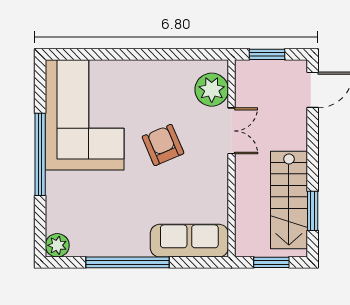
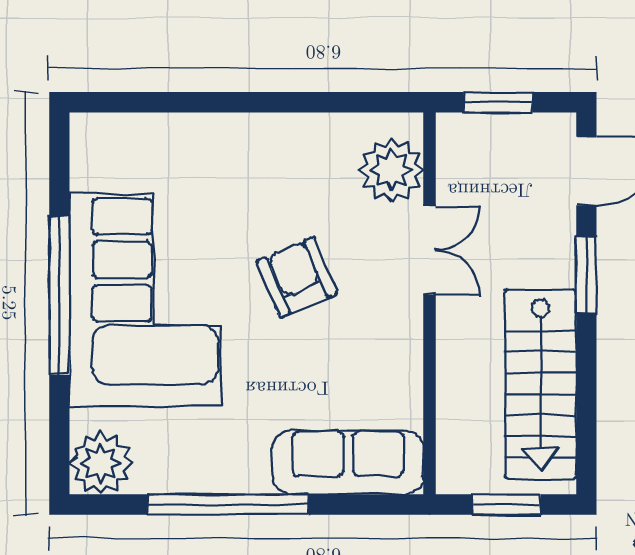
corner sofa: (85, 115) -> (146, 299), moved
window: (313, 211) -> (586, 275), moved
plant: (57, 245) -> (101, 463), width x1.36, depth x1.36

